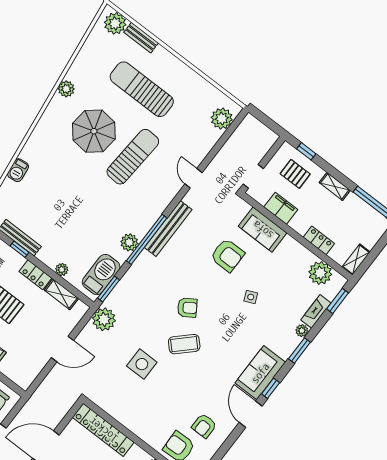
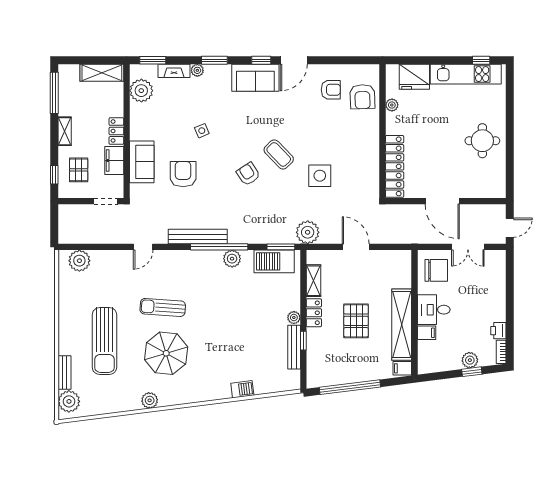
sun lounger: (133, 157) -> (163, 307), width x0.73, depth x0.75
locker: (319, 240) -> (116, 131), moved
shelving: (356, 260) -> (102, 73), width x1.50, depth x1.33
plant: (62, 270) -> (294, 318), moved

